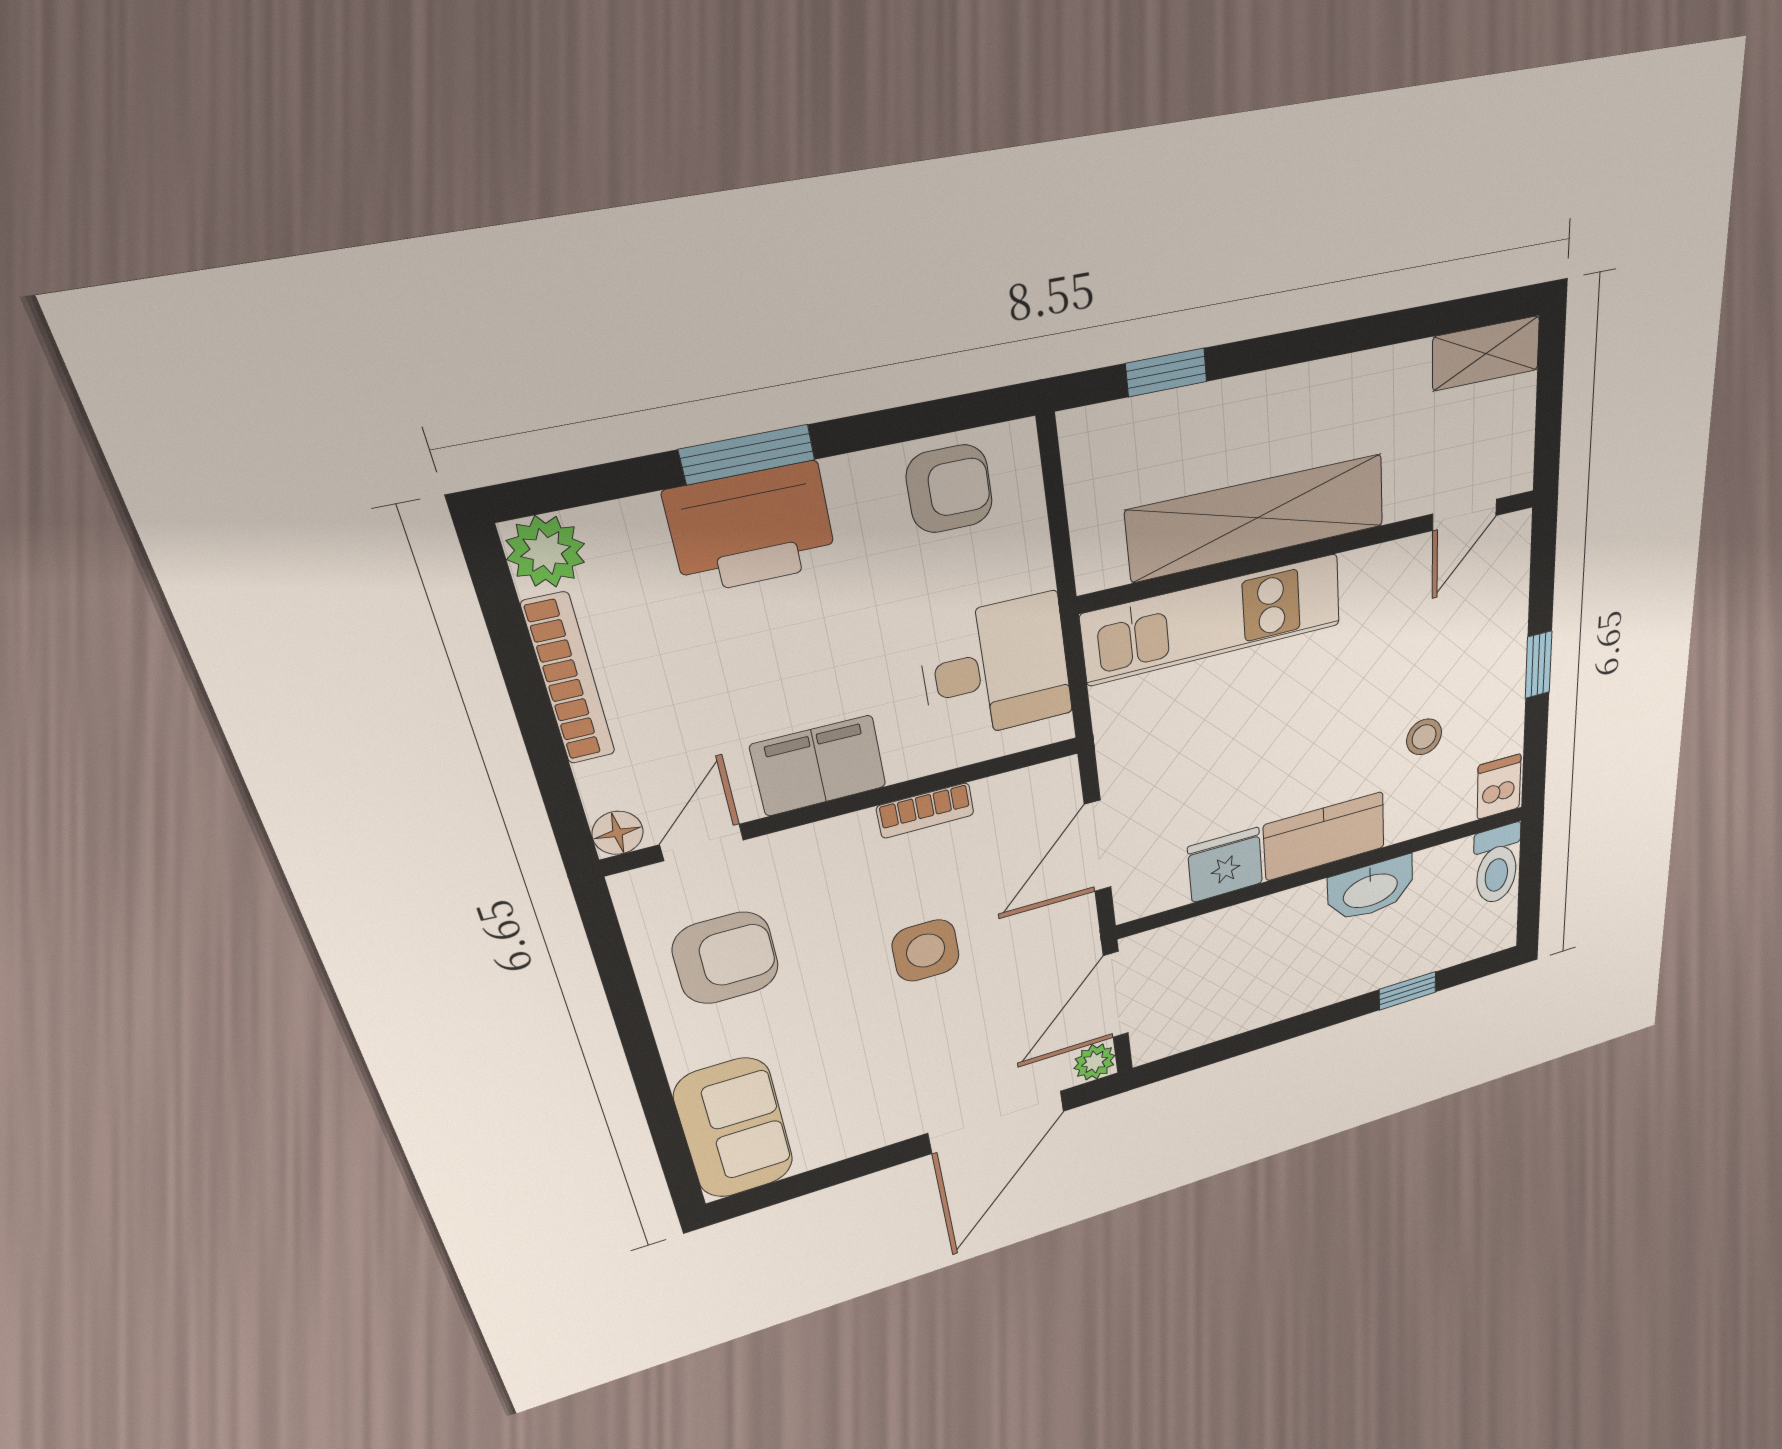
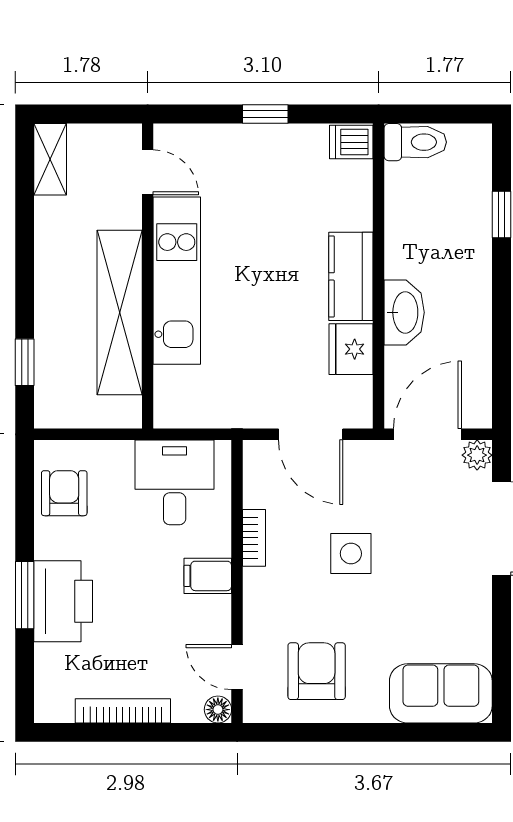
plant: (546, 552) -> (53, 704), removed
kitchen unit: (1213, 619) -> (177, 281), moved
stool: (1424, 737) -> (296, 201), removed
filing cabinet: (819, 766) -> (208, 576), width x0.50
washbasin: (1370, 889) -> (404, 312), moved
door: (1116, 995) -> (428, 434), swing flipped

